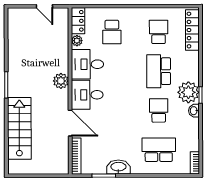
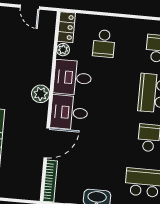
door: (70, 123) -> (47, 143), hinge flipped

